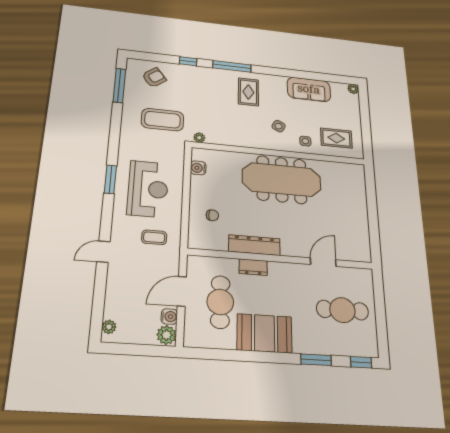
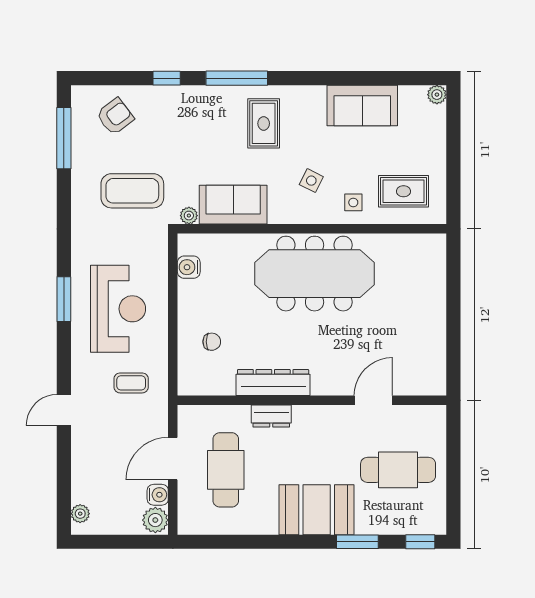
sofa: (229, 134) -> (233, 205), added
booth: (265, 333) -> (317, 510), moved

